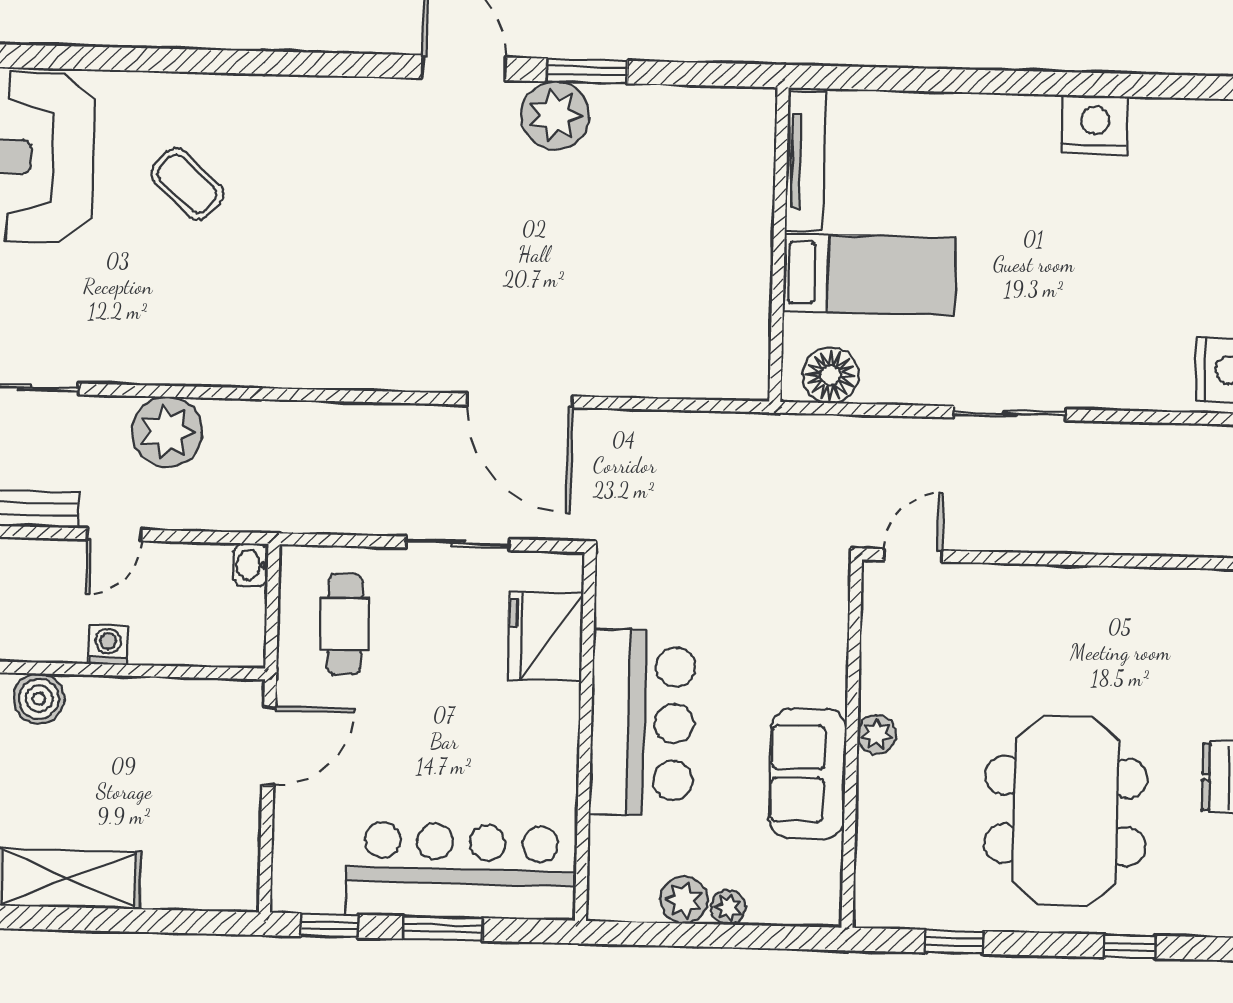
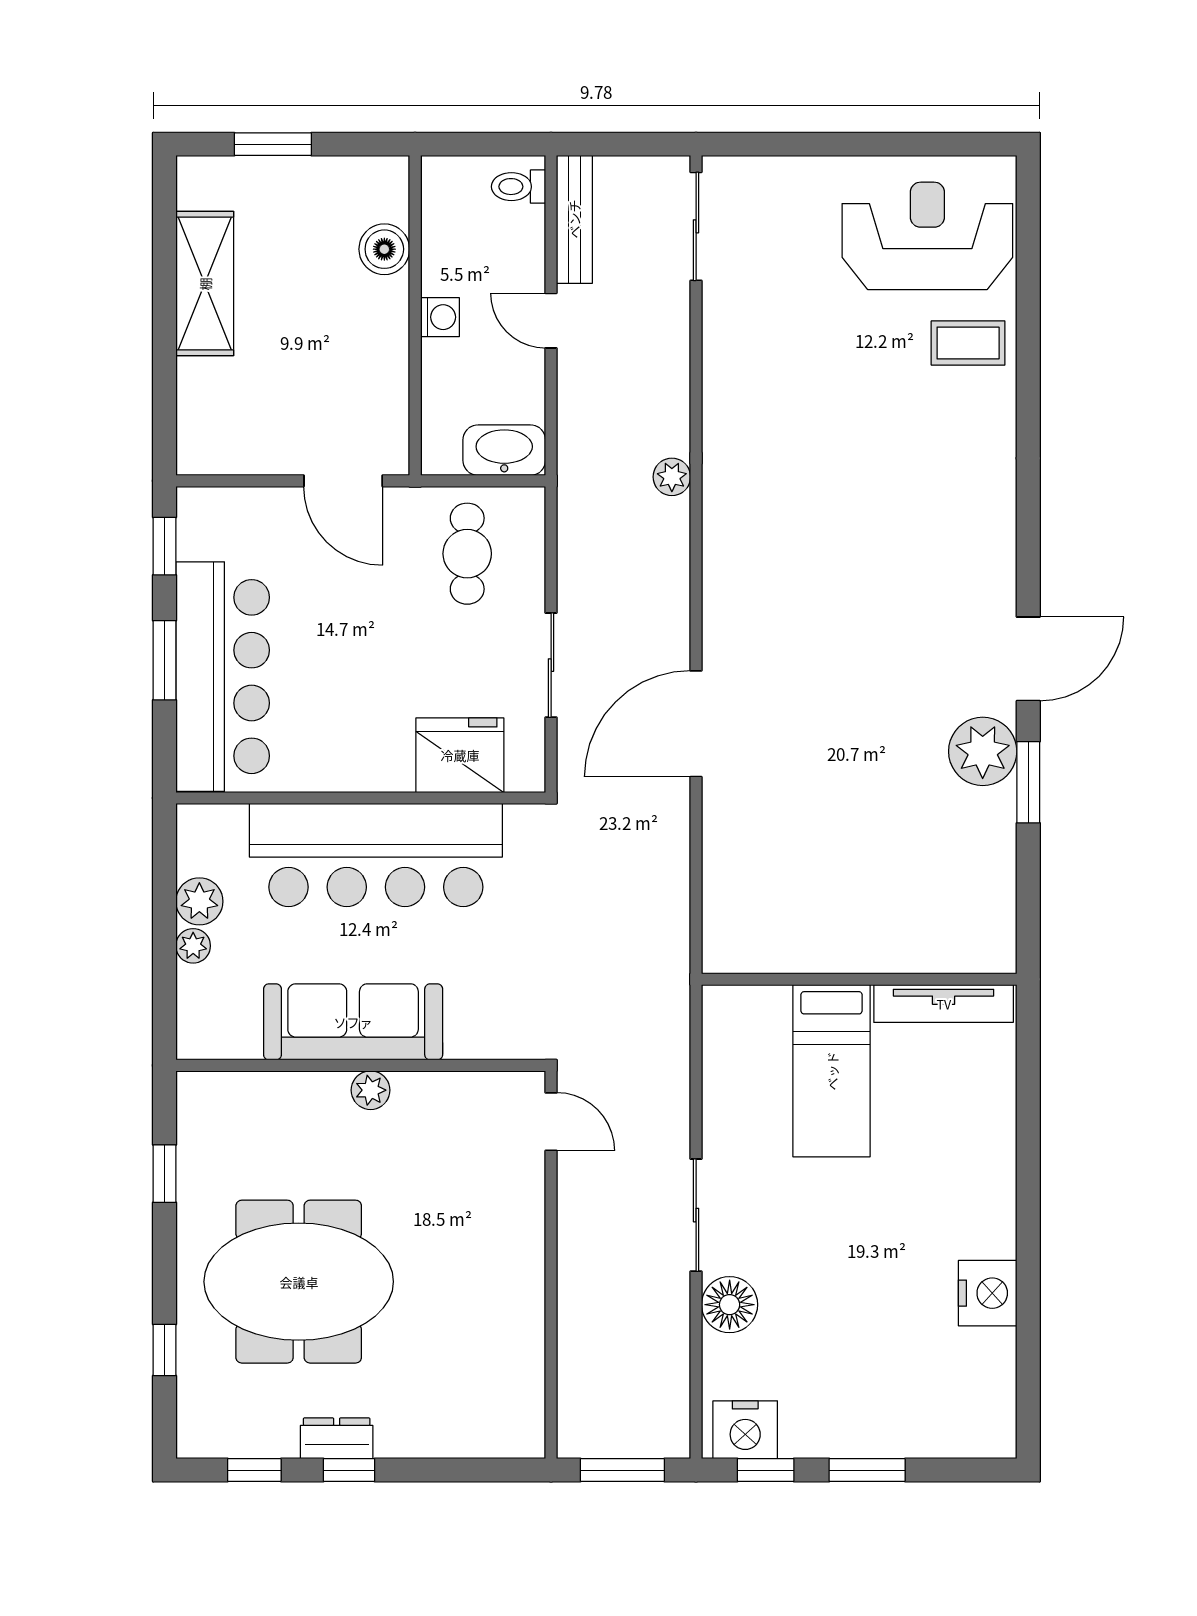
coffee table: (187, 184) -> (968, 343), moved, turned 48
floor lamp: (830, 375) -> (730, 1305), moved
plant: (167, 432) -> (672, 477), moved, width x0.53, depth x0.53
washbasin: (251, 565) -> (504, 450), width x1.91, depth x1.45
cafe table: (345, 624) -> (467, 554), turned 90
bar counter: (642, 723) -> (376, 855), width x1.36
sofa: (808, 774) -> (353, 1022), width x1.36

